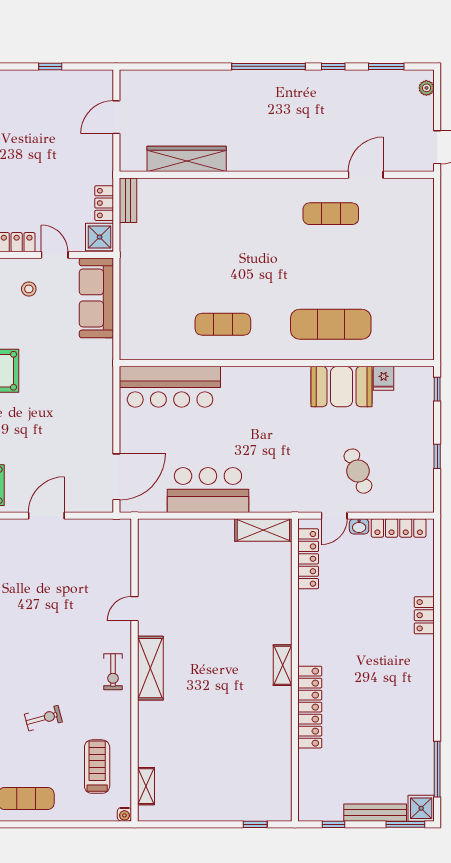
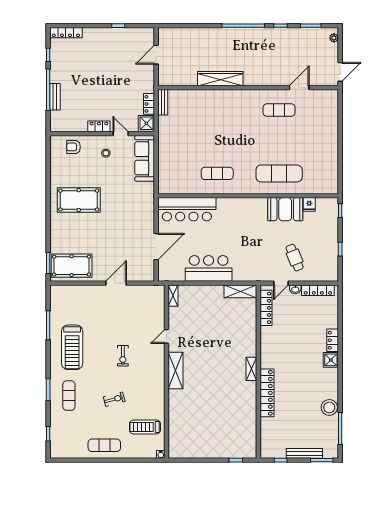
wardrobe: (187, 159) -> (220, 79), moved
door: (116, 477) -> (156, 247), moved
exercise bike: (113, 672) -> (123, 356), moved
stool: (418, 732) -> (329, 407), added
treadmill: (97, 767) -> (145, 427), turned -90
shelving: (146, 786) -> (173, 296), moved
shower: (421, 808) -> (331, 360), moved

